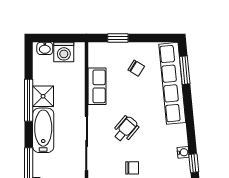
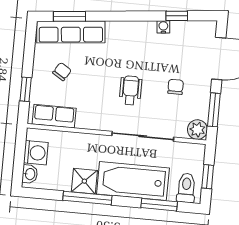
row of seats: (172, 83) -> (71, 32), width x0.73
row of seats: (97, 86) -> (54, 116), moved
wheelchair: (126, 129) -> (131, 90), turned 50
bathtub: (43, 130) -> (133, 181), width x1.36, depth x1.36

